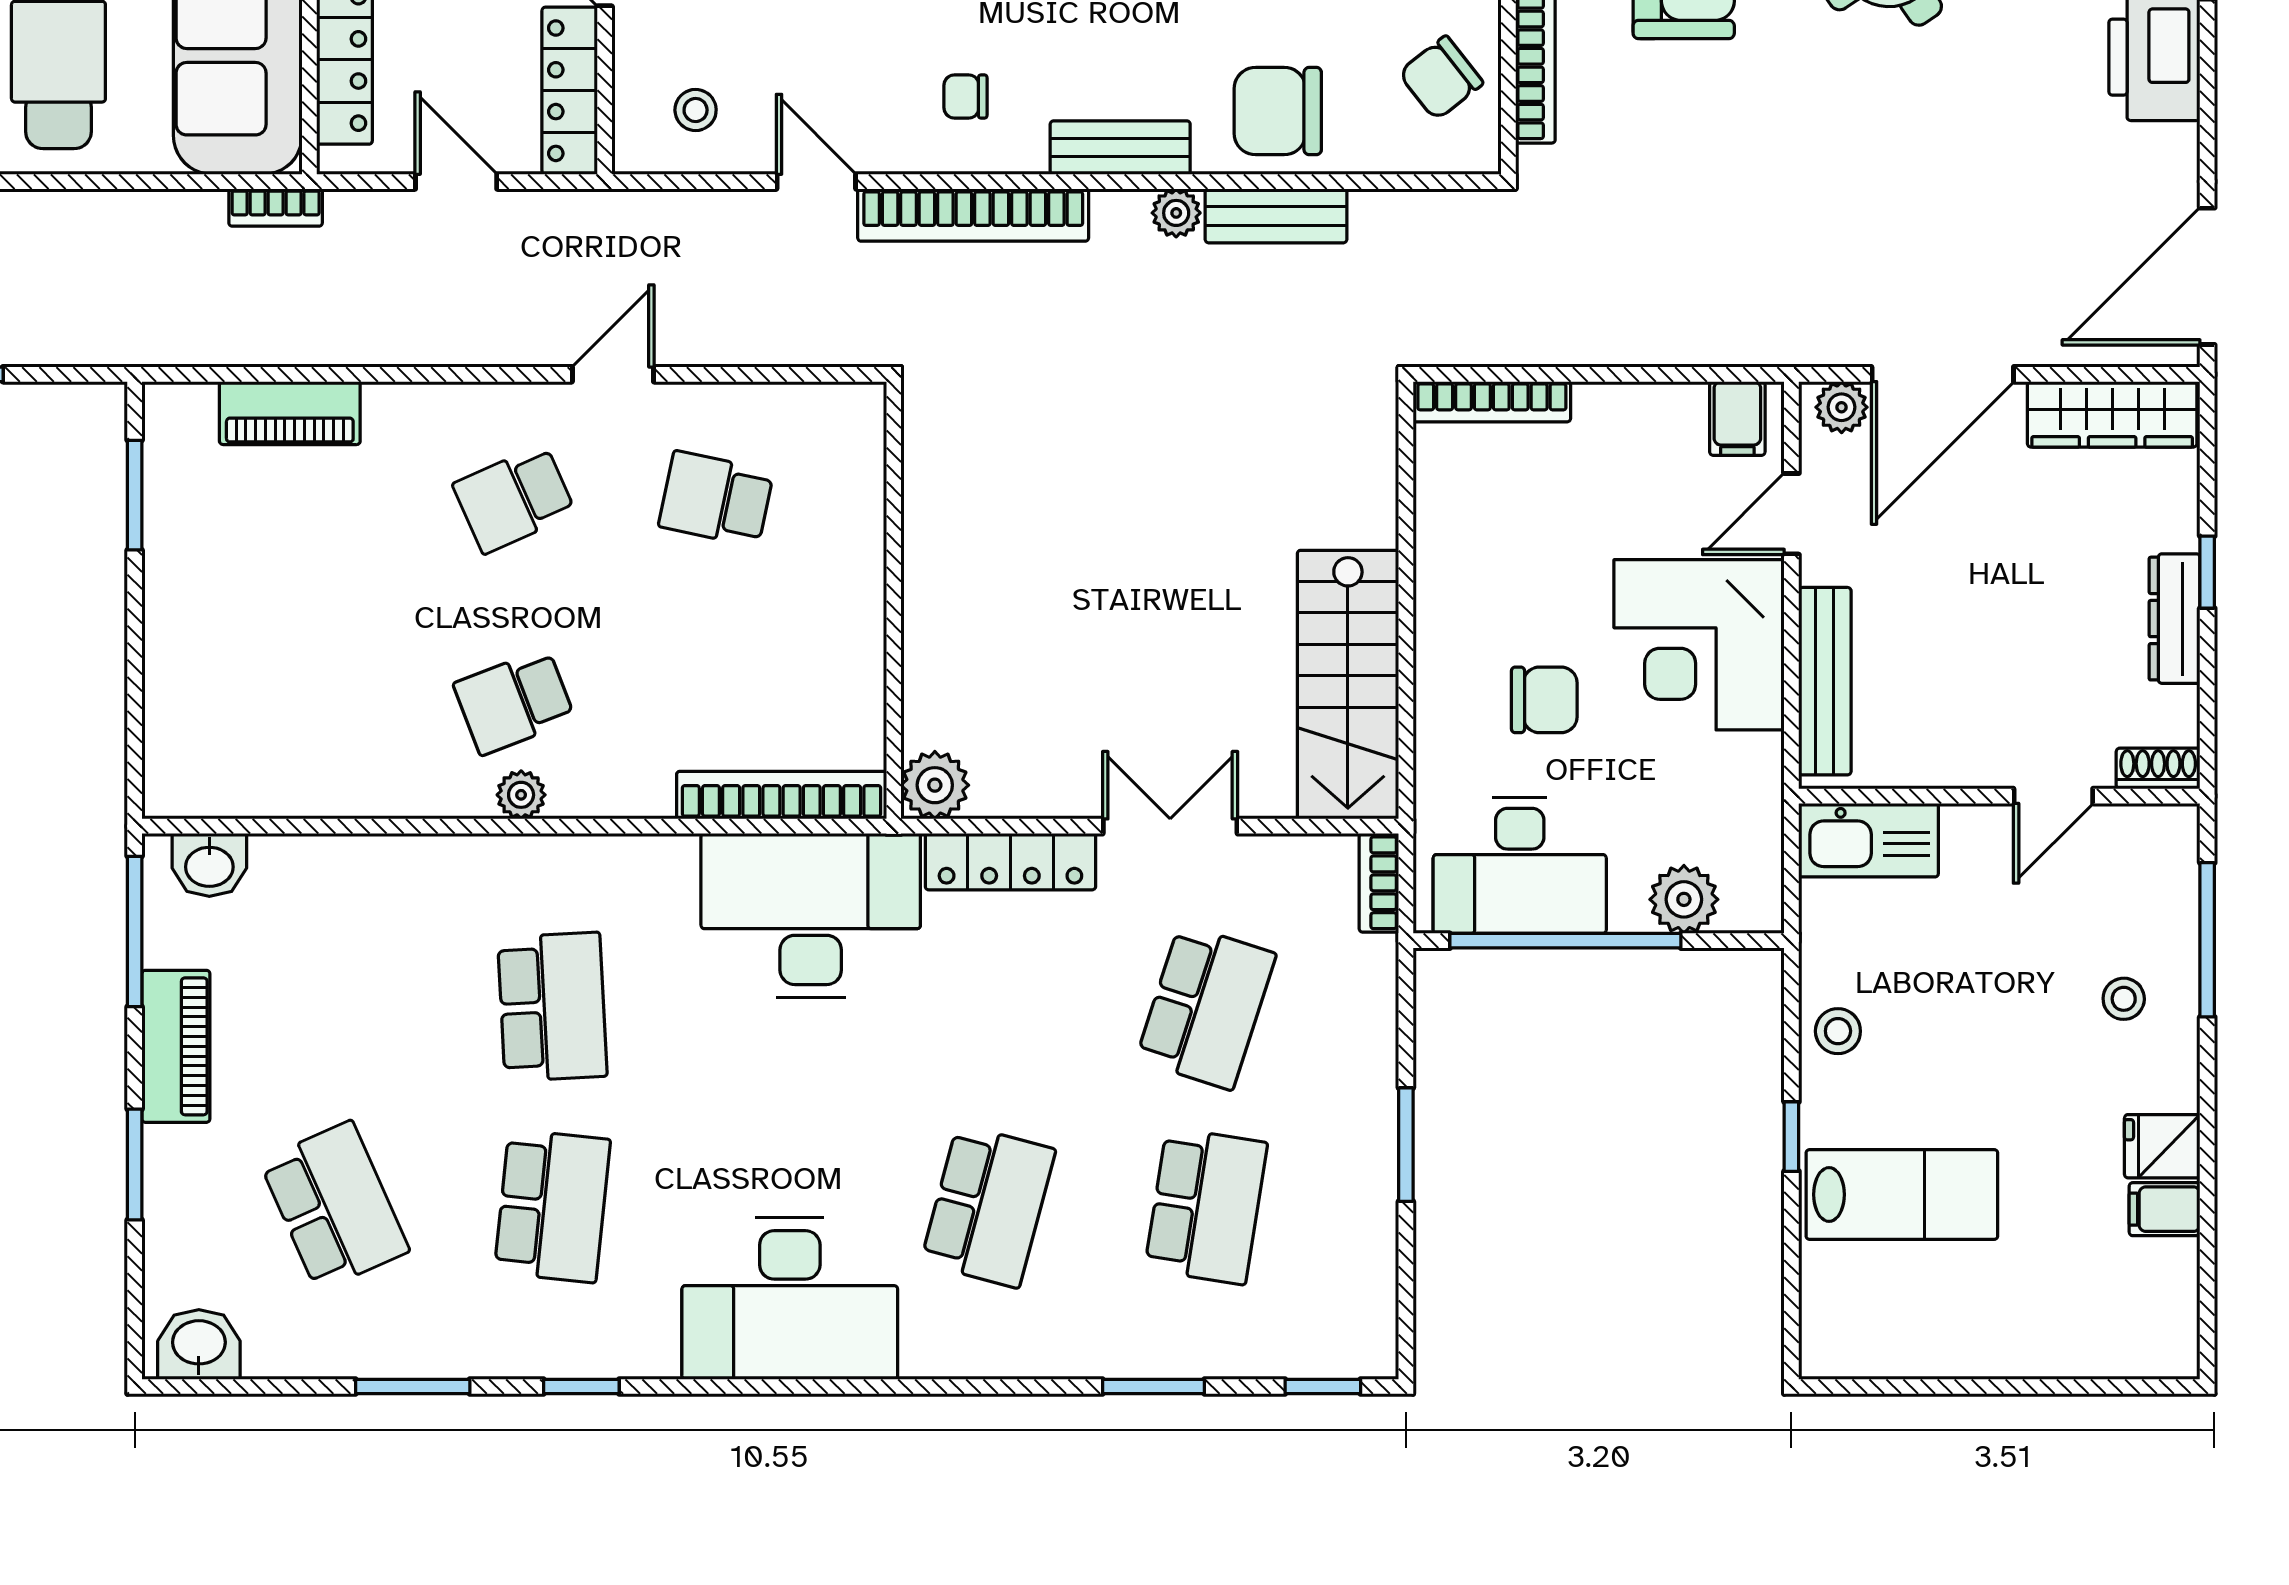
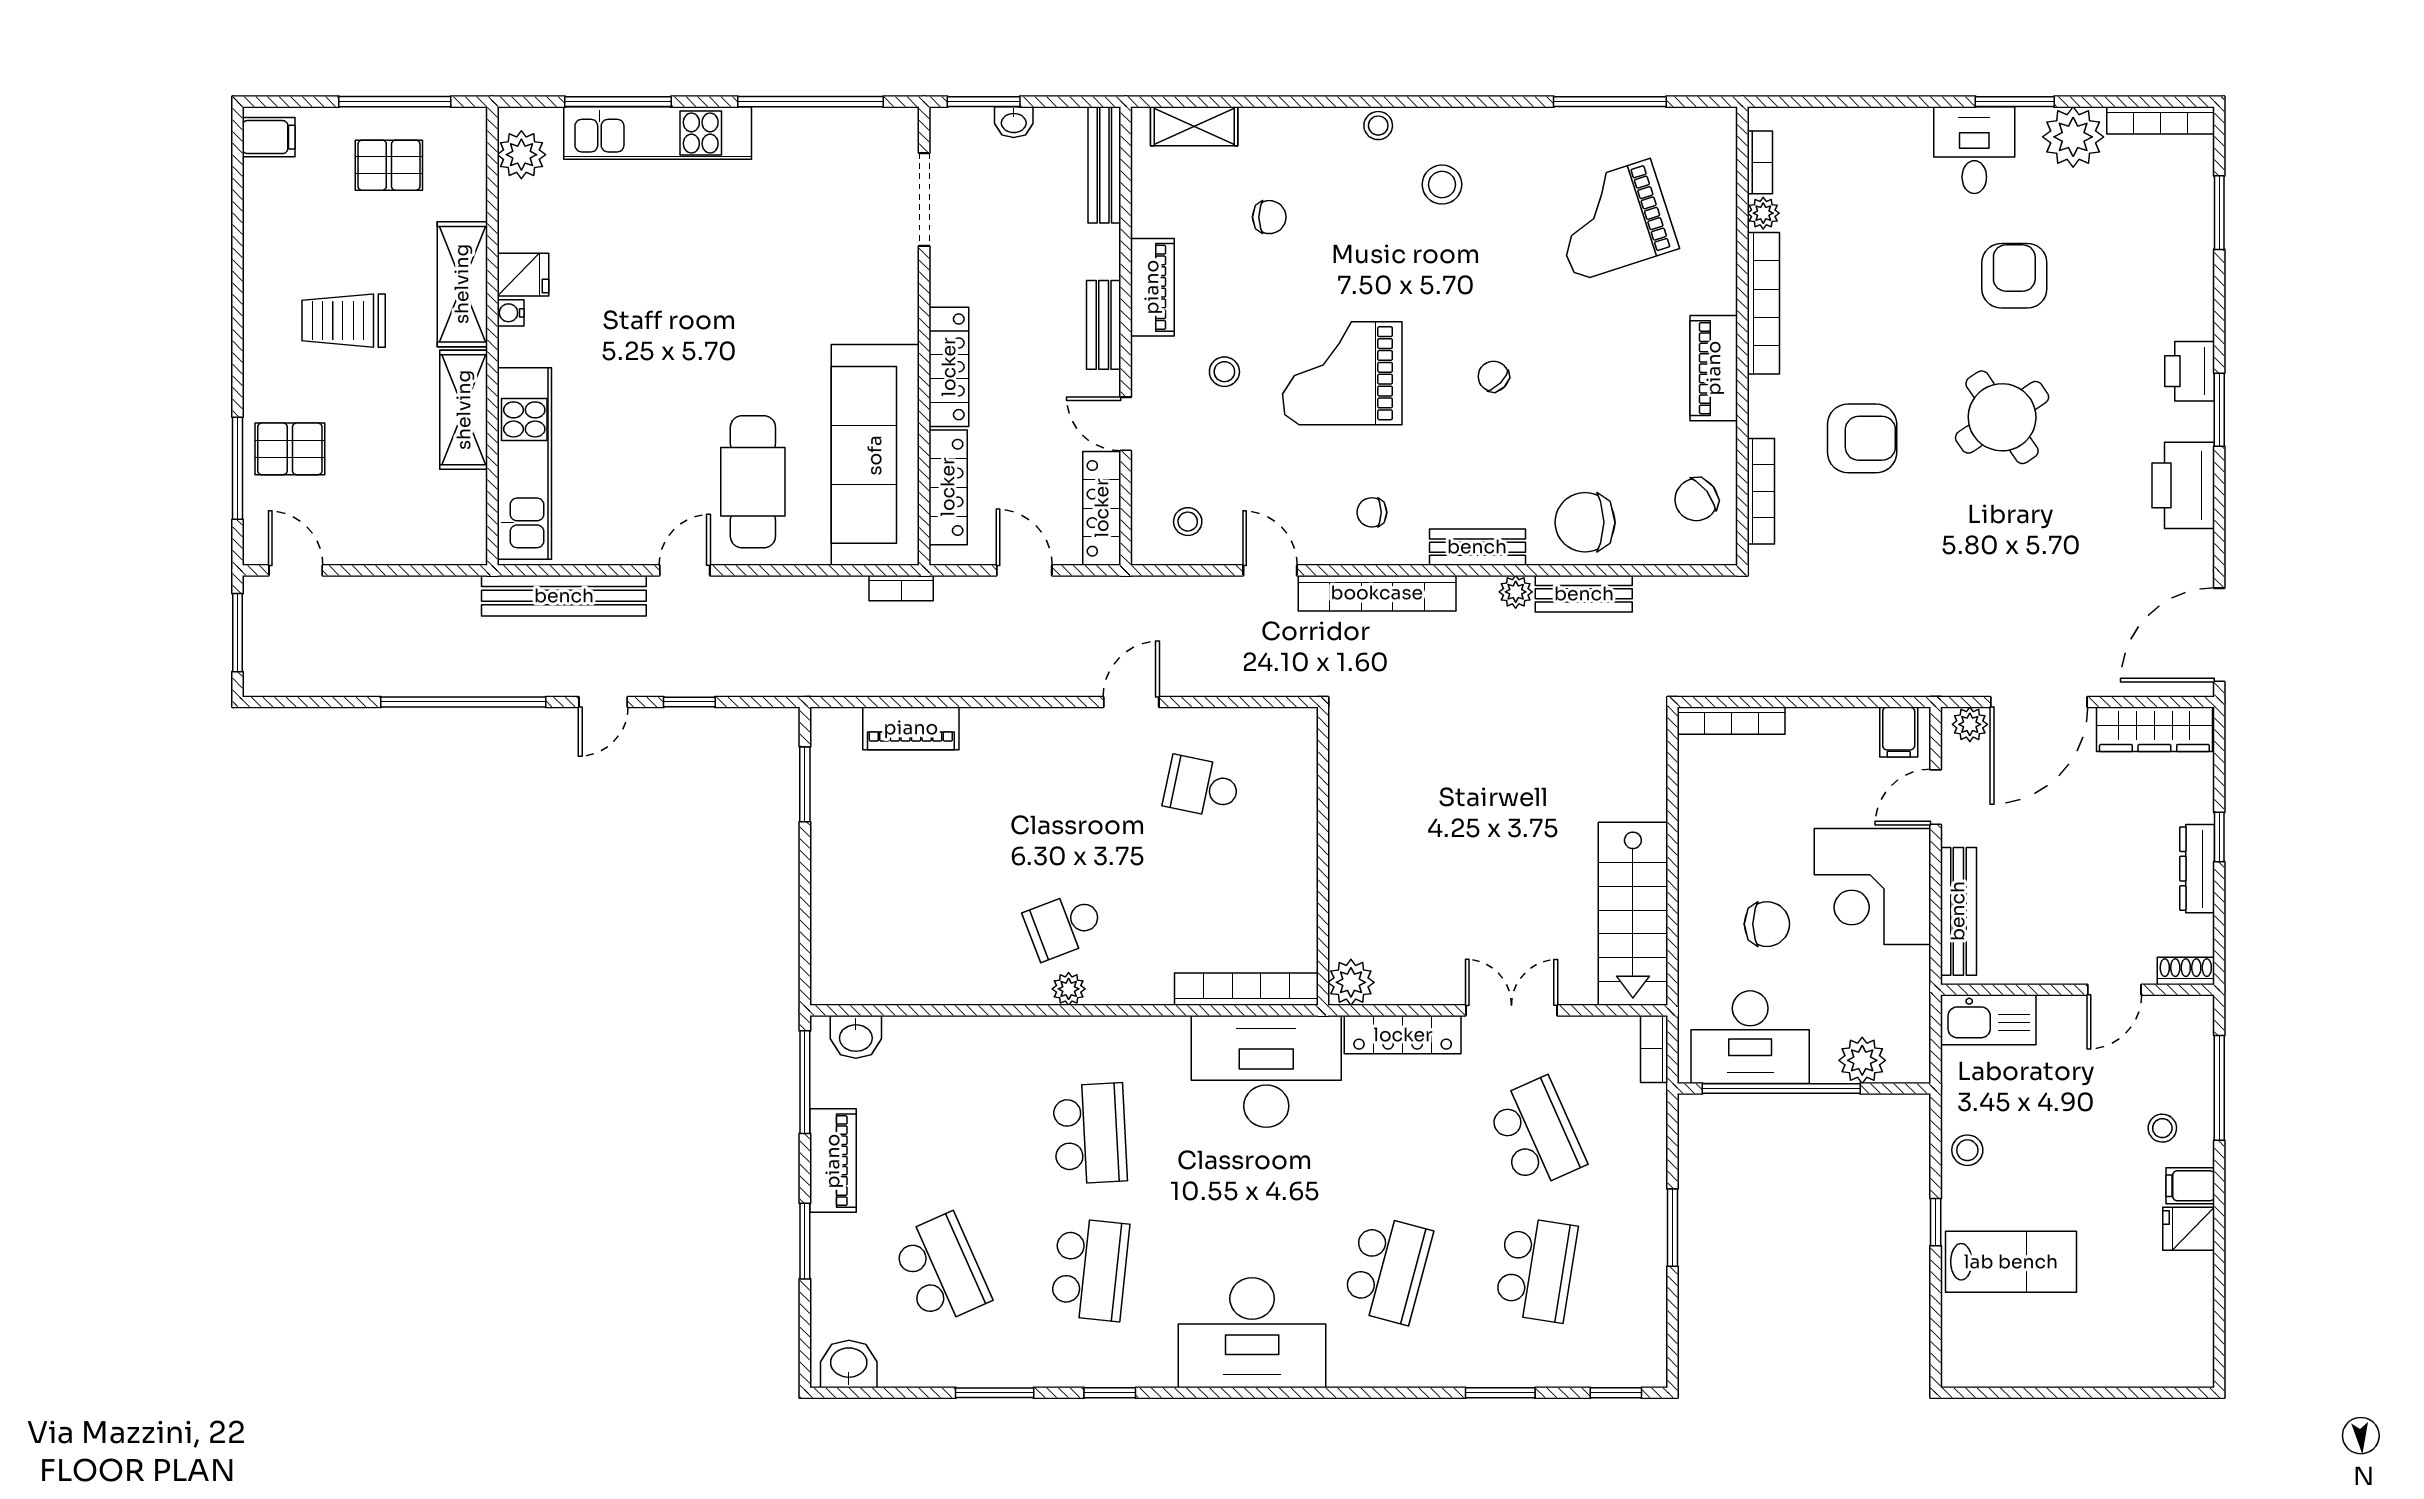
school desk: (514, 499) -> (1064, 787), removed
school desk: (1206, 1007) -> (1536, 1134), turned -42
filing cabinet: (2165, 1209) -> (2190, 1186), moved

